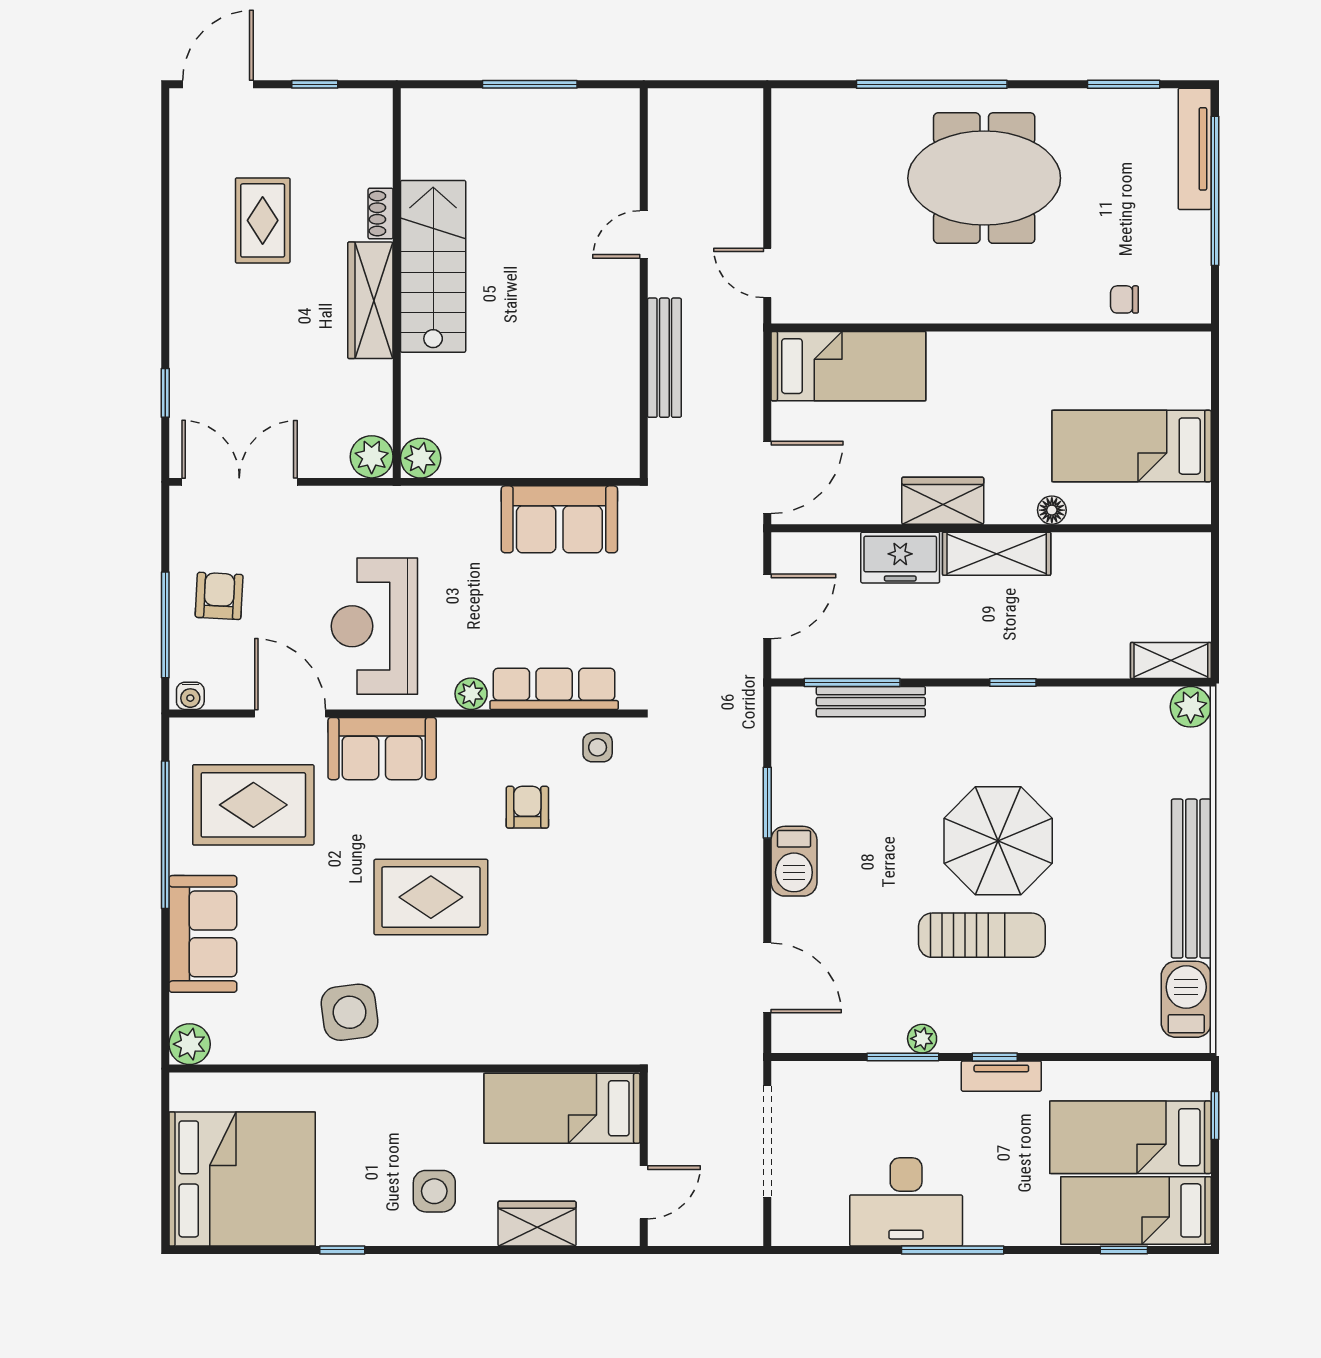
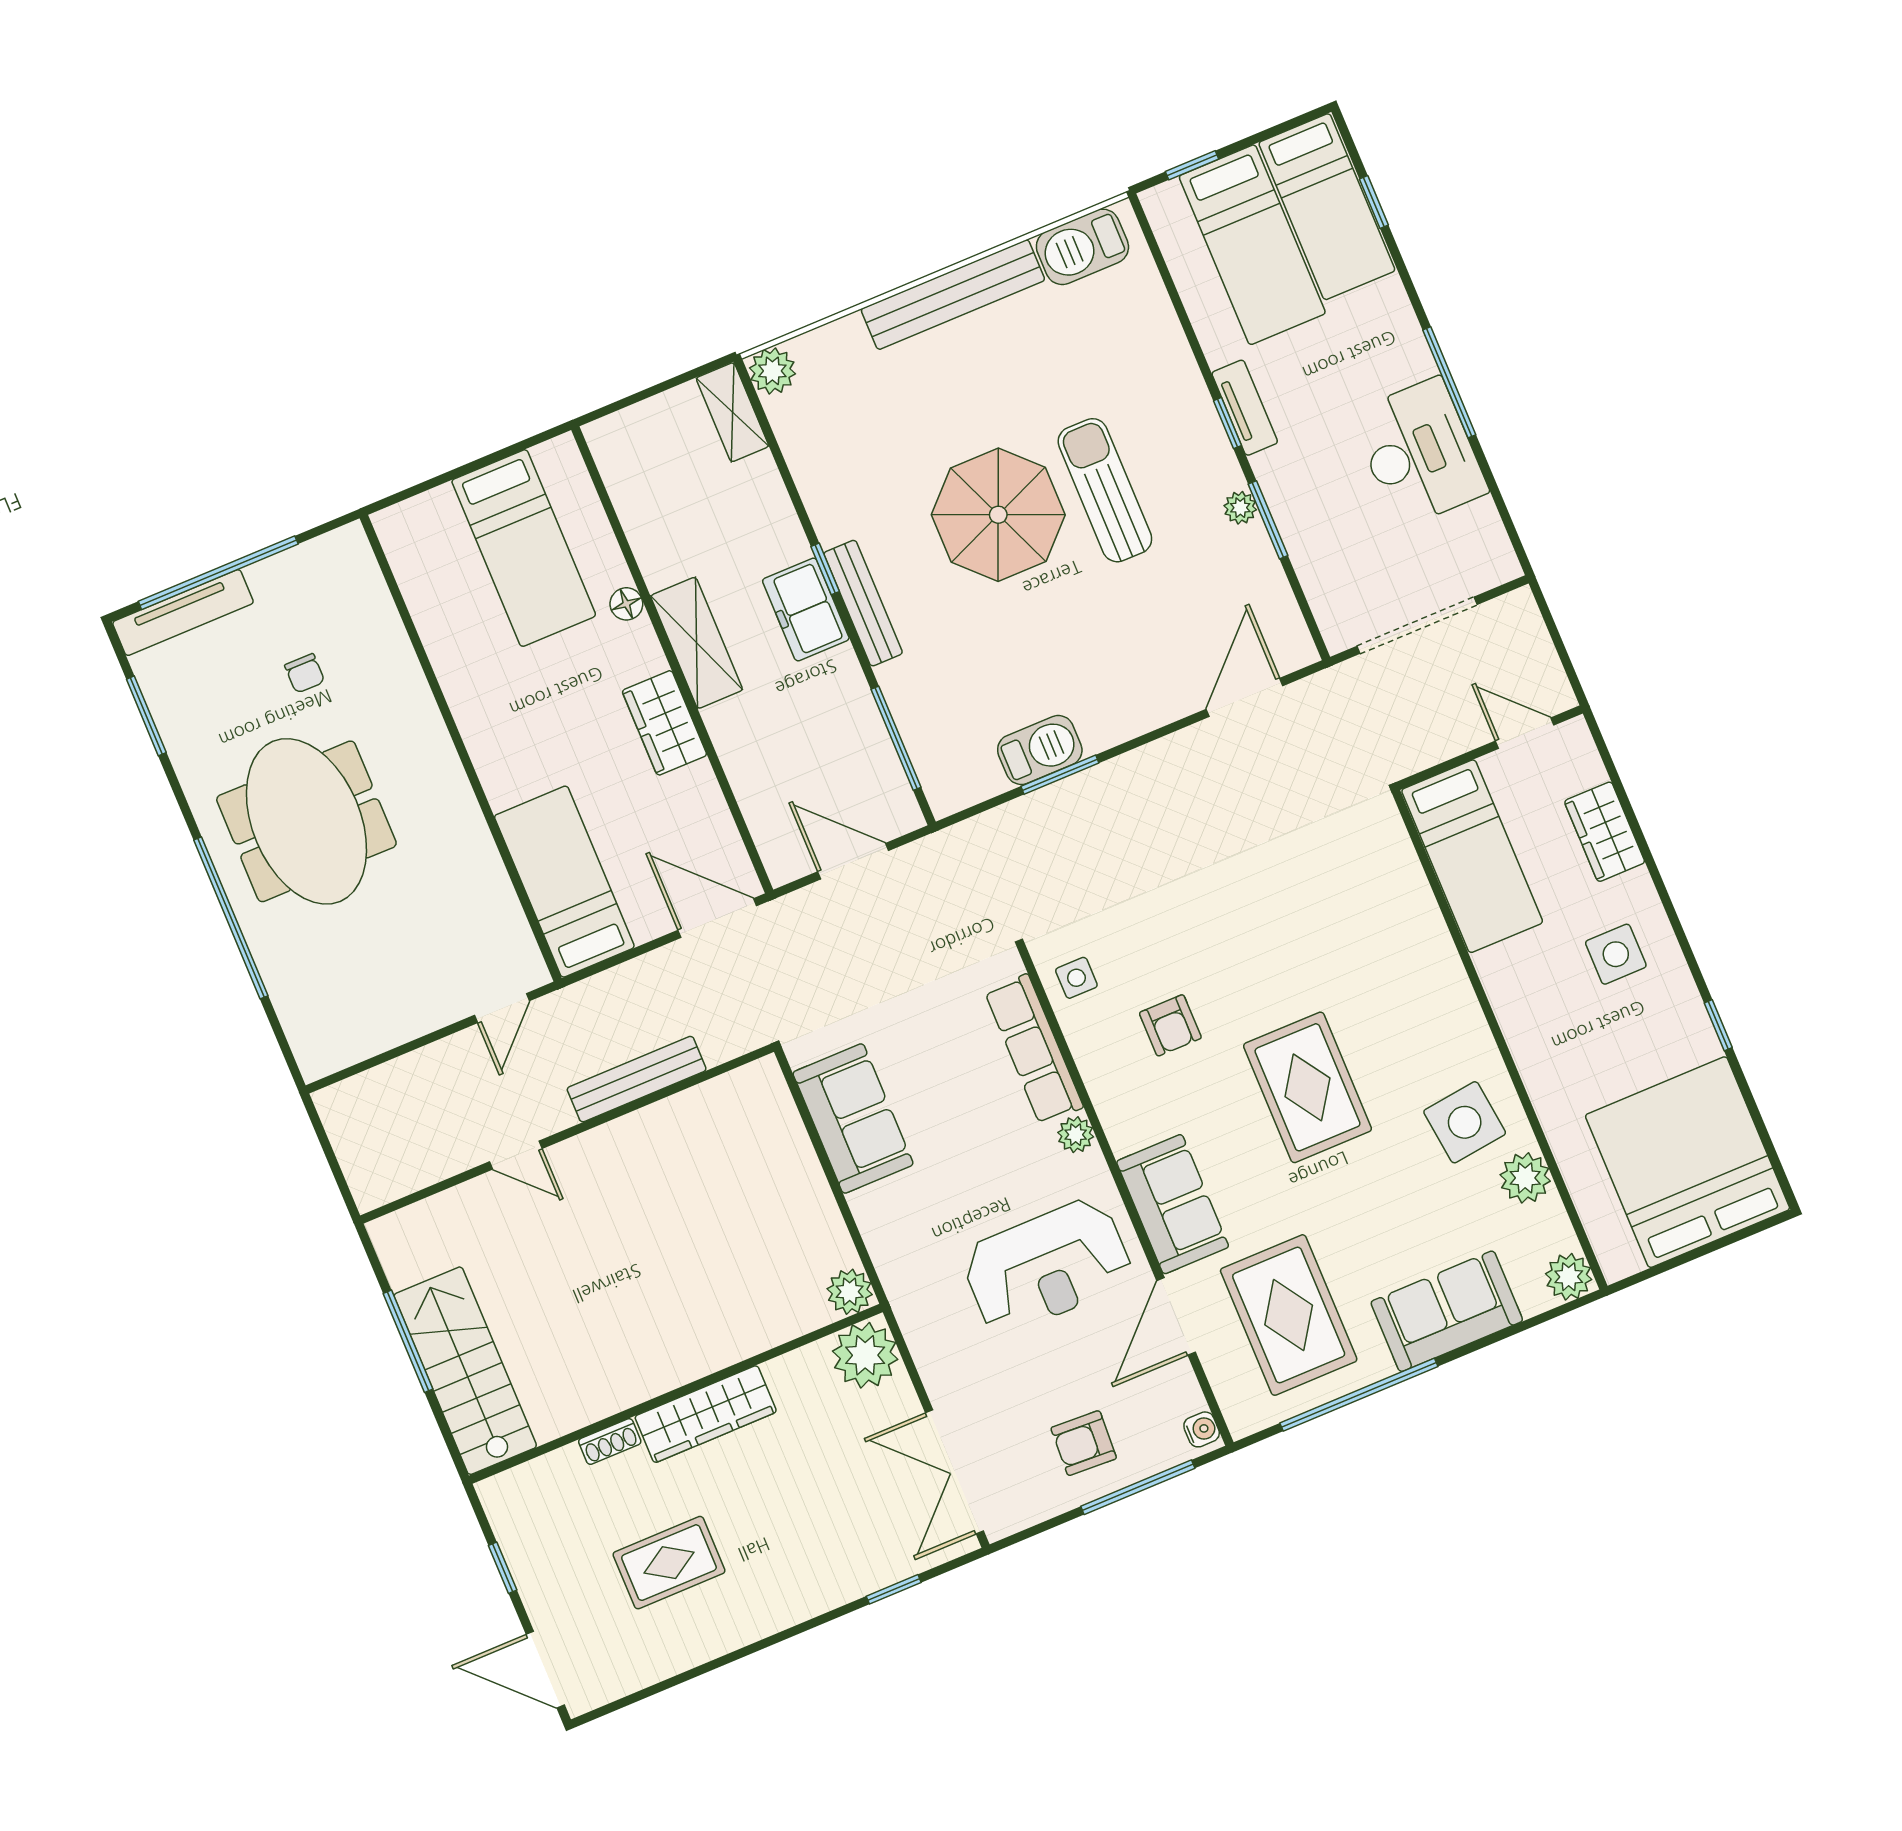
stairs: (433, 266) -> (465, 1371), moved, turned 90
chair: (1124, 299) -> (305, 673), moved
plant: (372, 457) -> (865, 1355), width x1.36, depth x1.36
freezer: (900, 558) -> (806, 609), moved, turned 180
bench: (871, 702) -> (863, 603), moved
armchair: (527, 807) -> (1170, 1025), turned -90
barbecue: (794, 861) -> (1040, 750), moved
plant: (284, 1042) -> (1525, 1178), added

